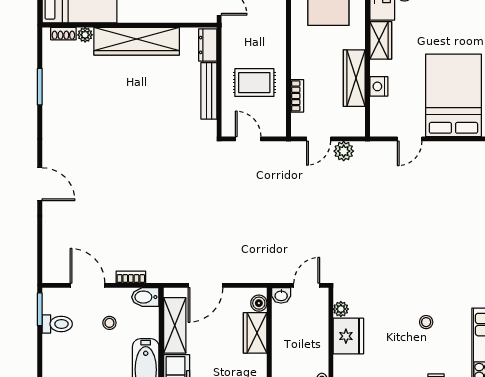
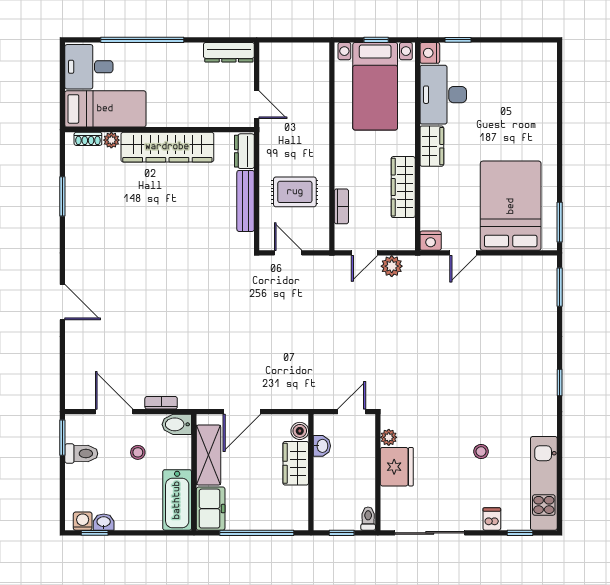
nightstand: (379, 86) -> (431, 241), moved, turned -90
washbasin: (281, 295) -> (322, 446), moved, turned -90

